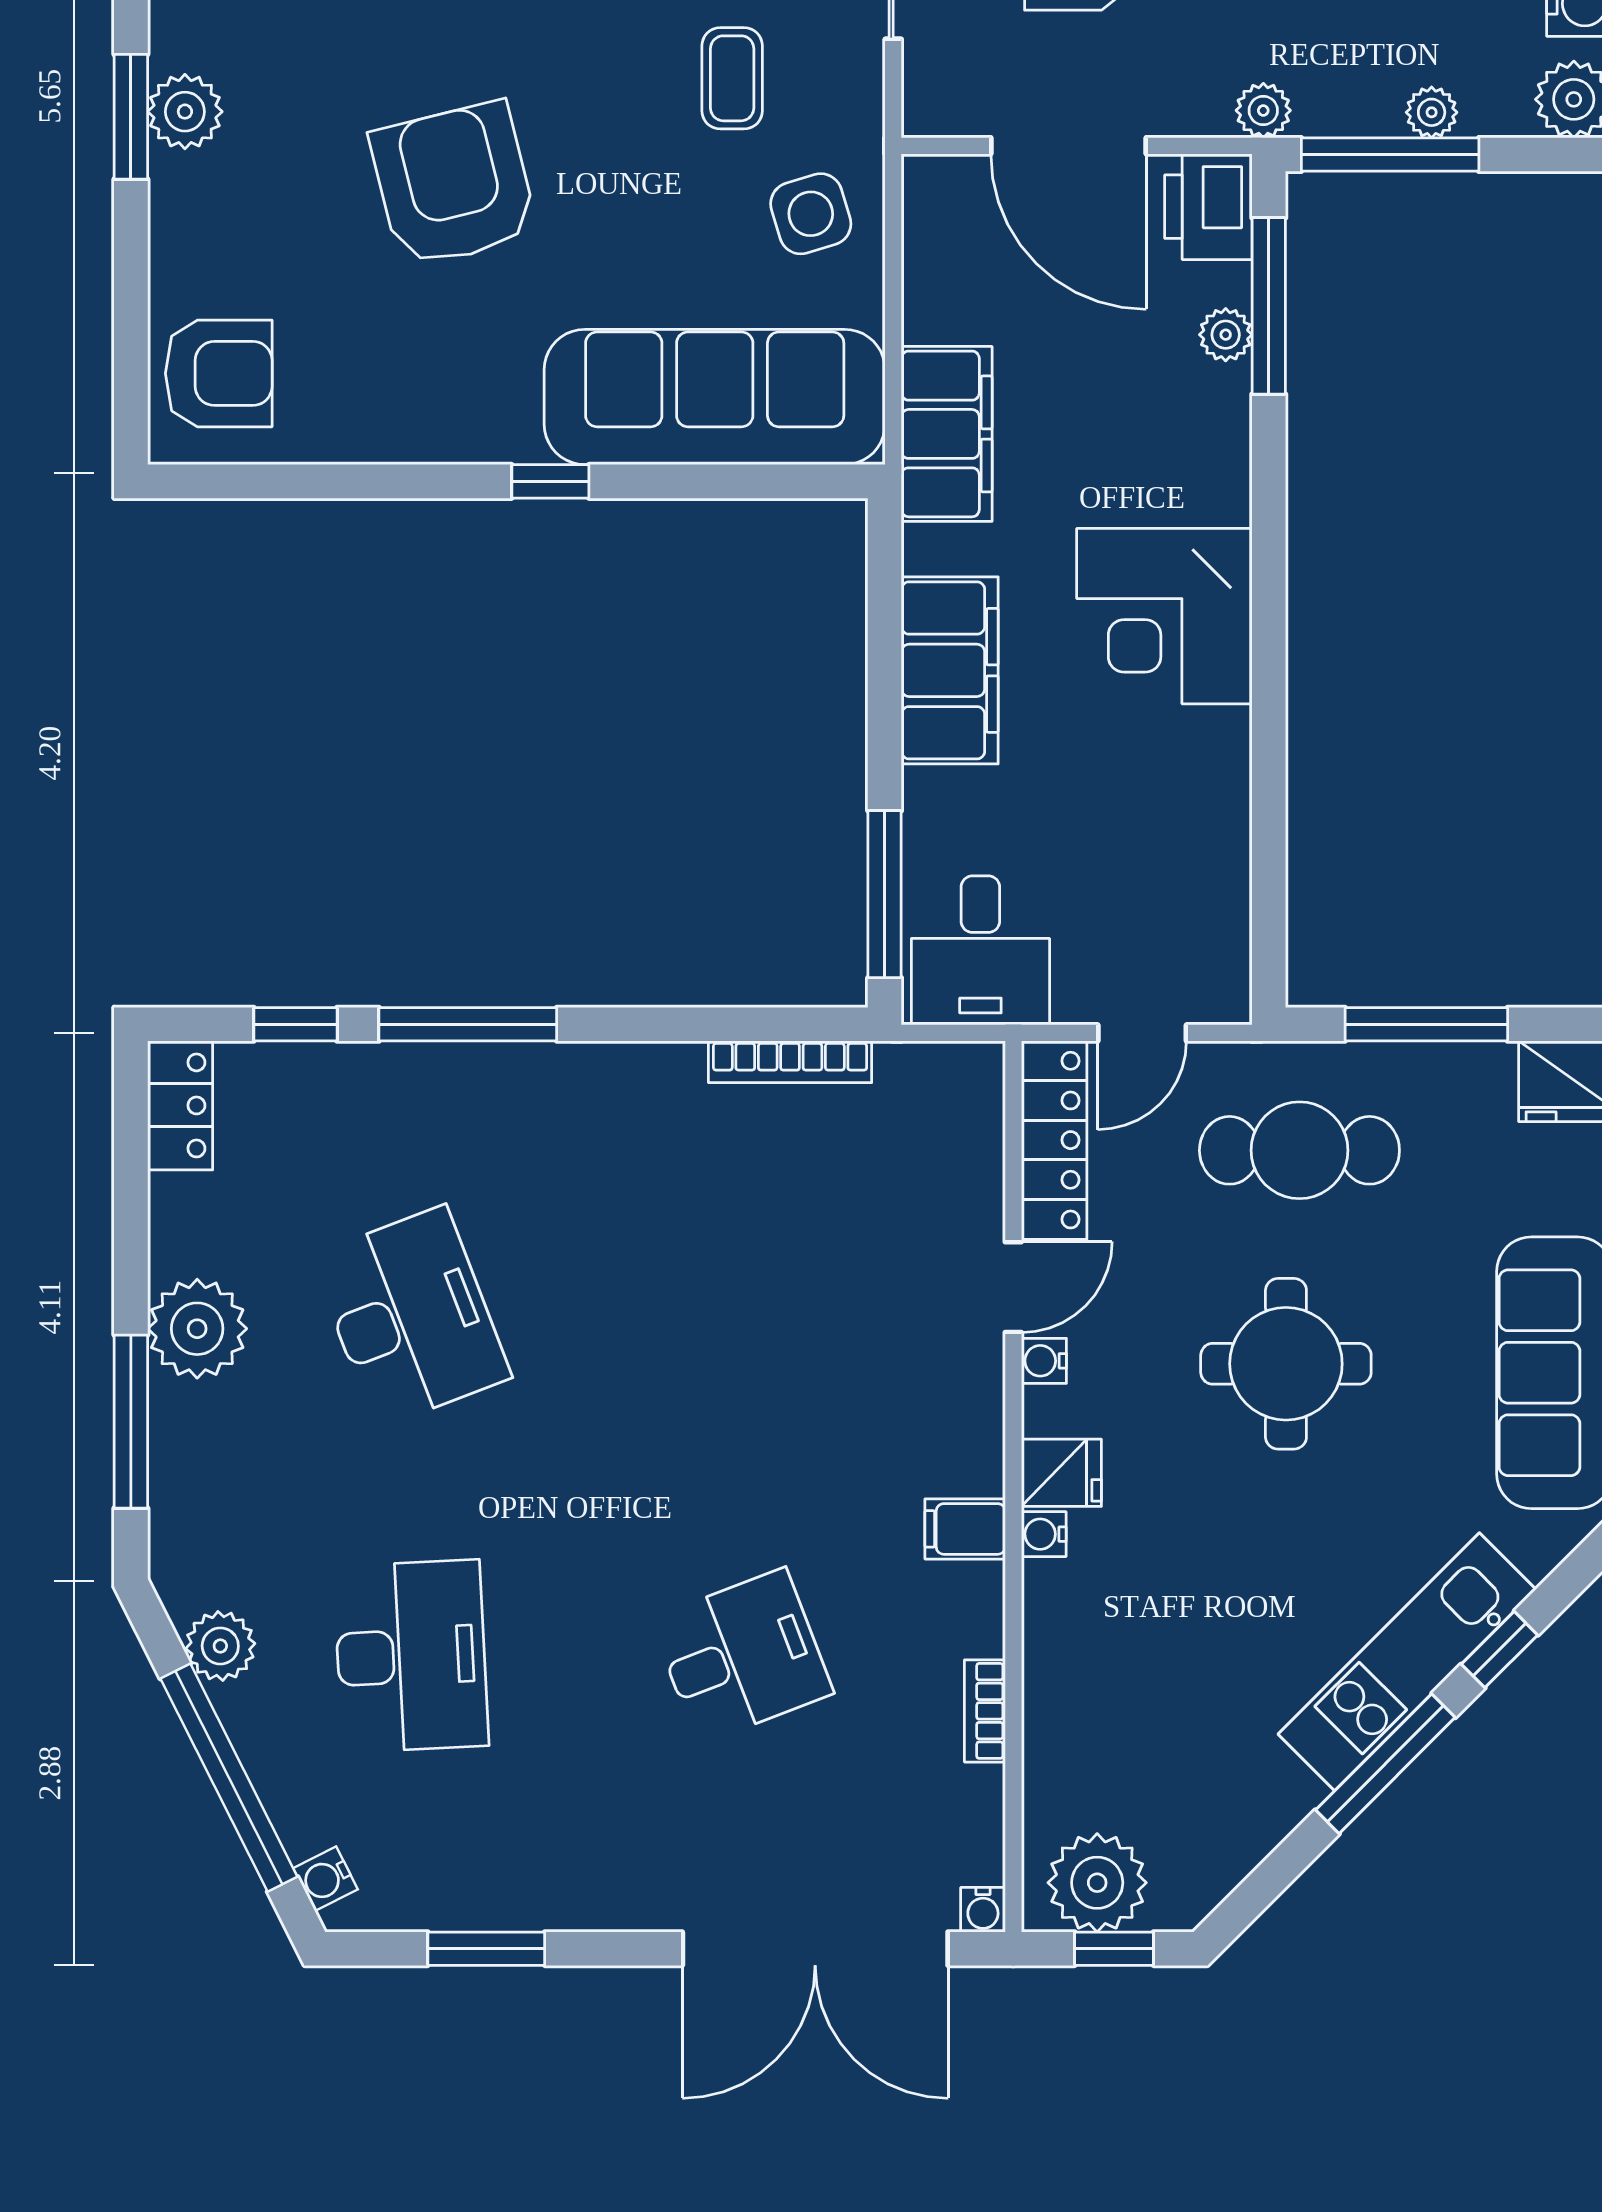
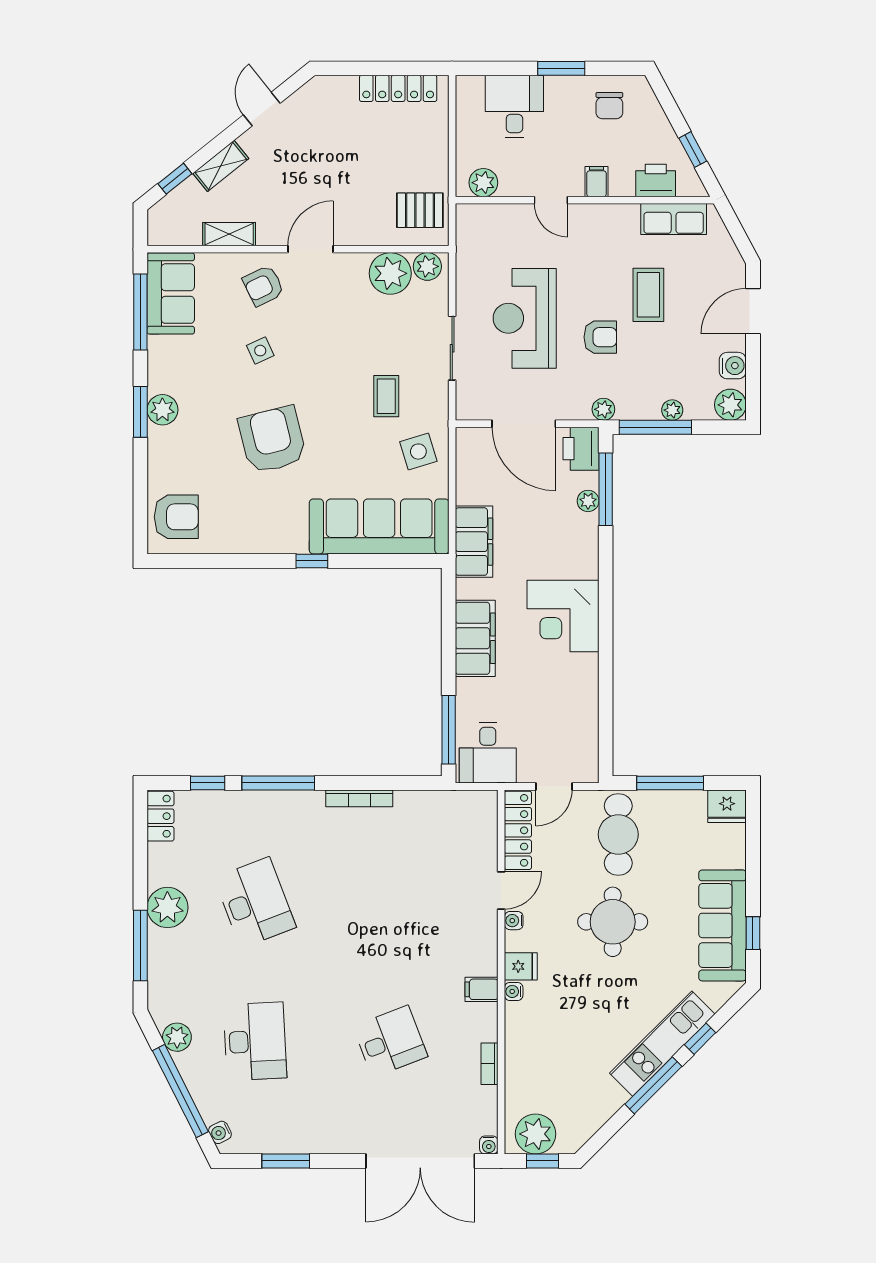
bookcase: (790, 1062) -> (359, 798), moved
cafe table: (1299, 1150) -> (618, 834), turned 90

